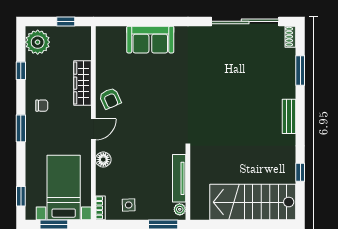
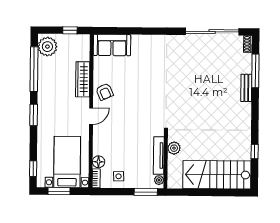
sofa: (150, 40) -> (112, 45), moved
window: (300, 70) -> (255, 71), width x1.44
window: (21, 71) -> (34, 69), width x3.17
chair: (42, 106) -> (50, 97), removed
bench: (289, 116) -> (246, 88), moved
floor lamp: (103, 160) -> (99, 162), moved
plant: (198, 169) -> (174, 148), added

